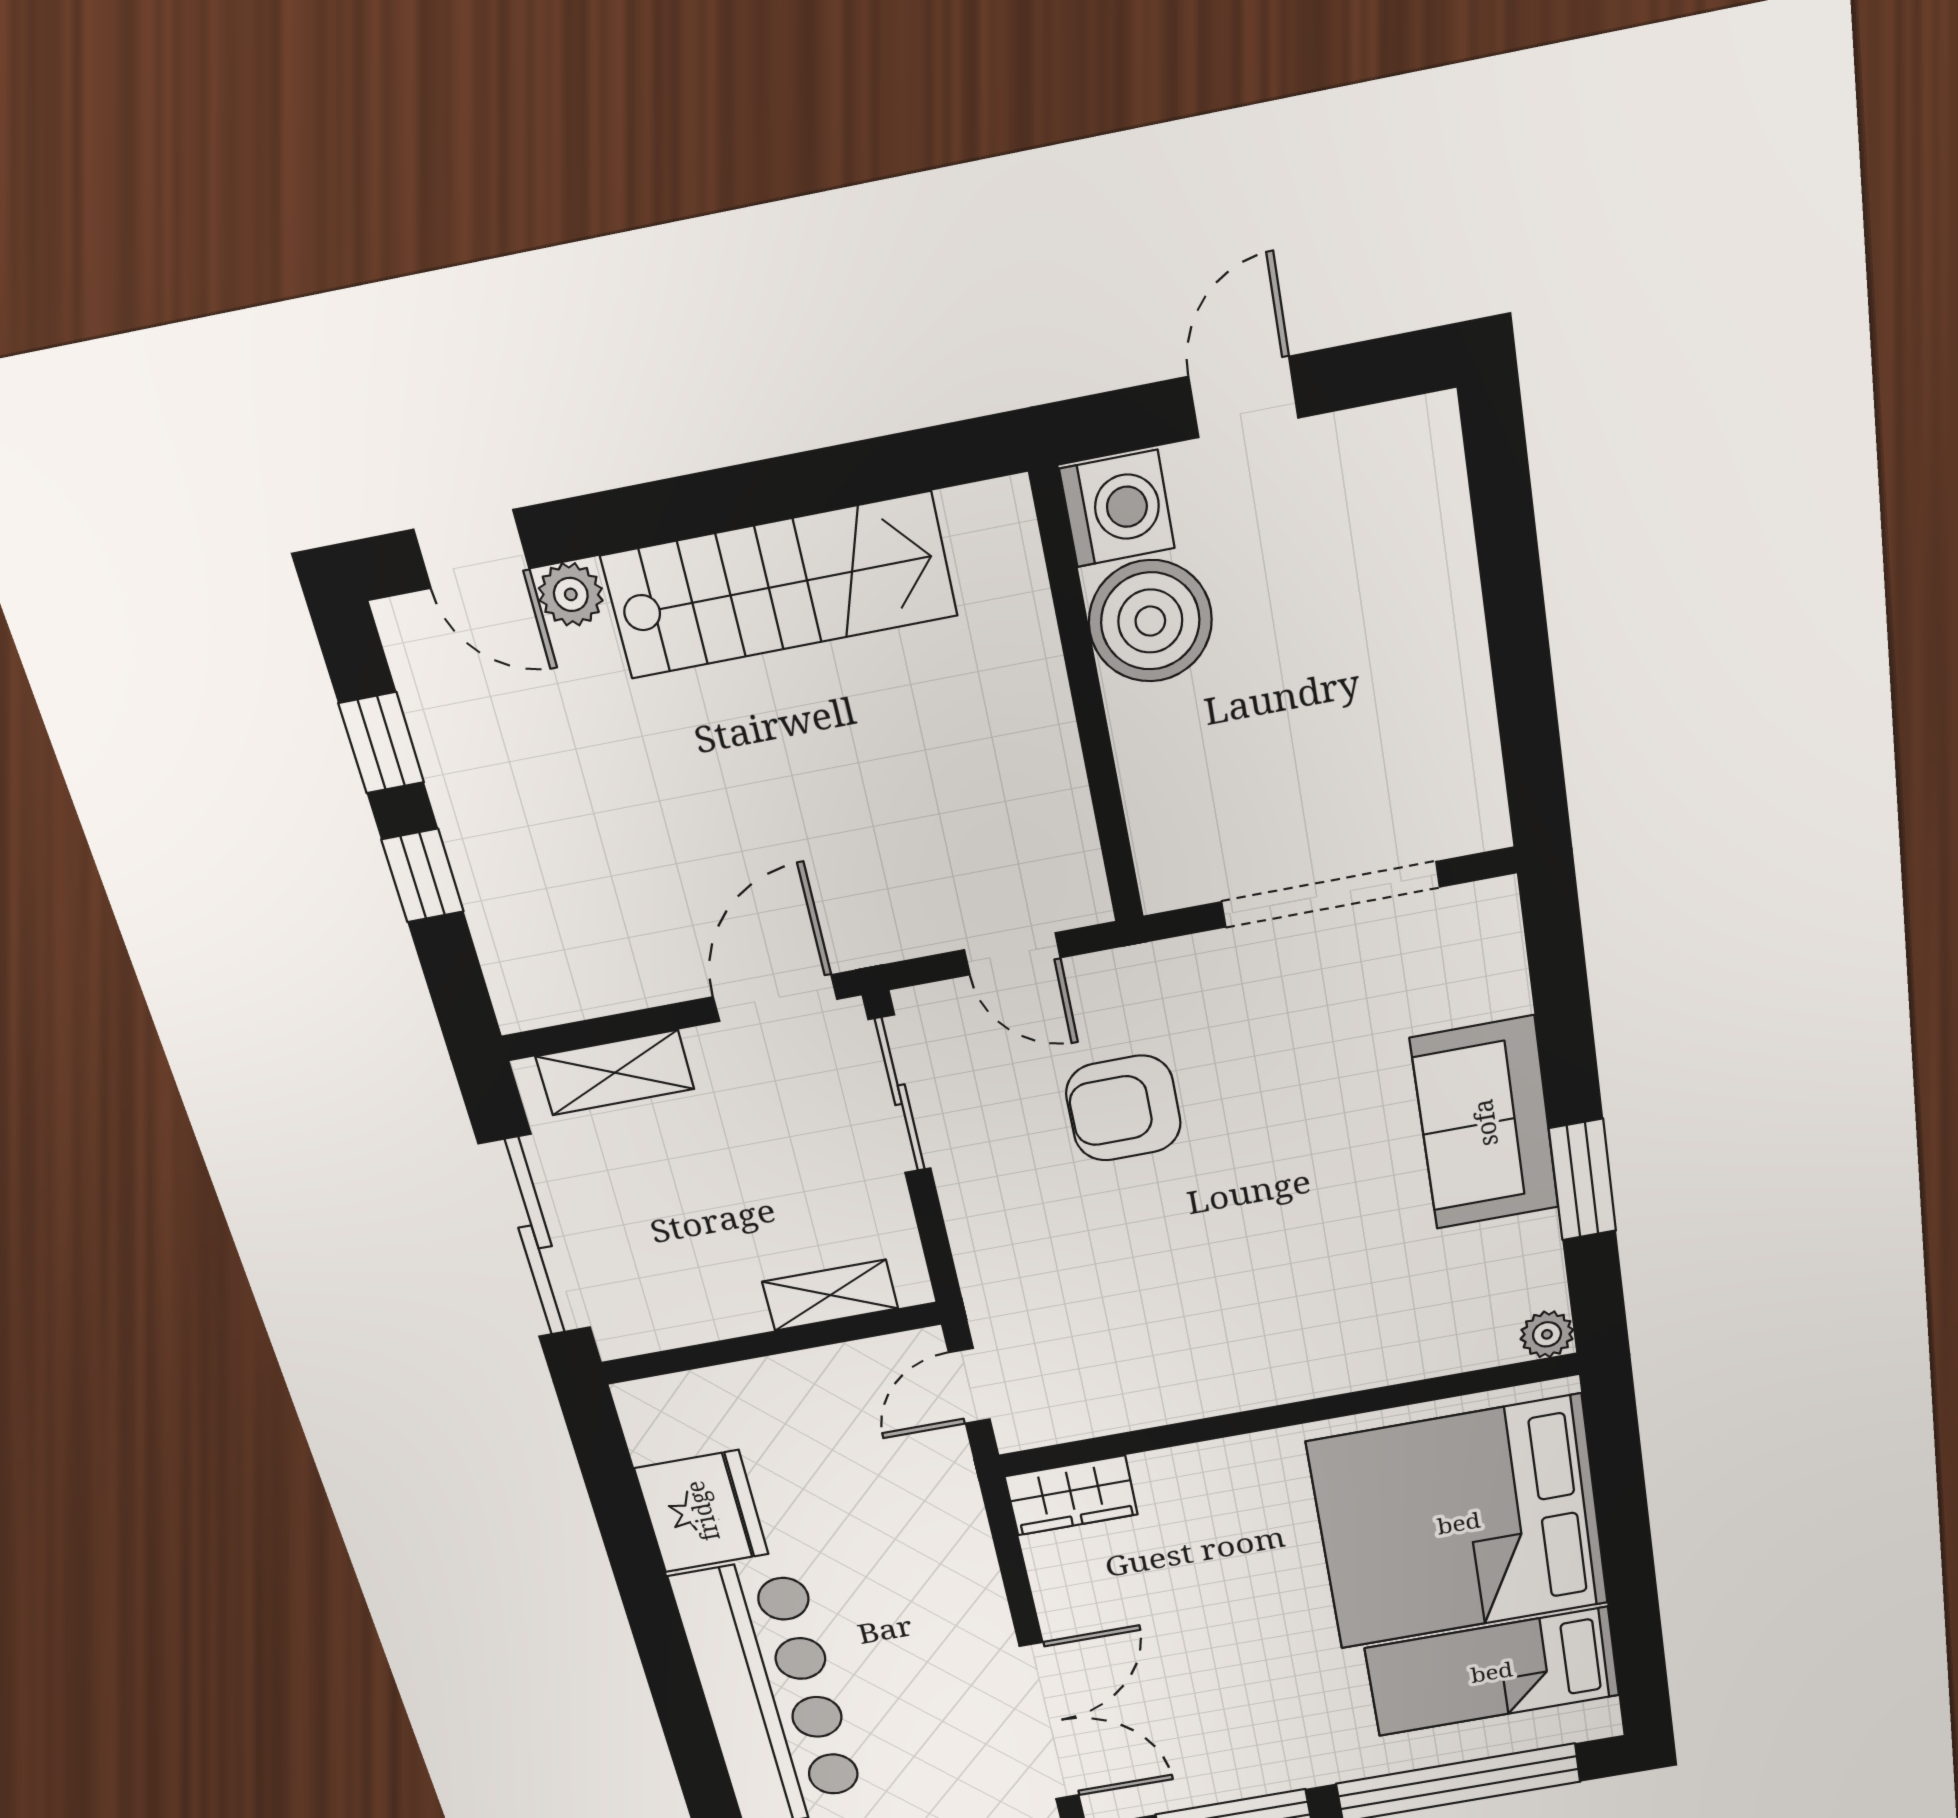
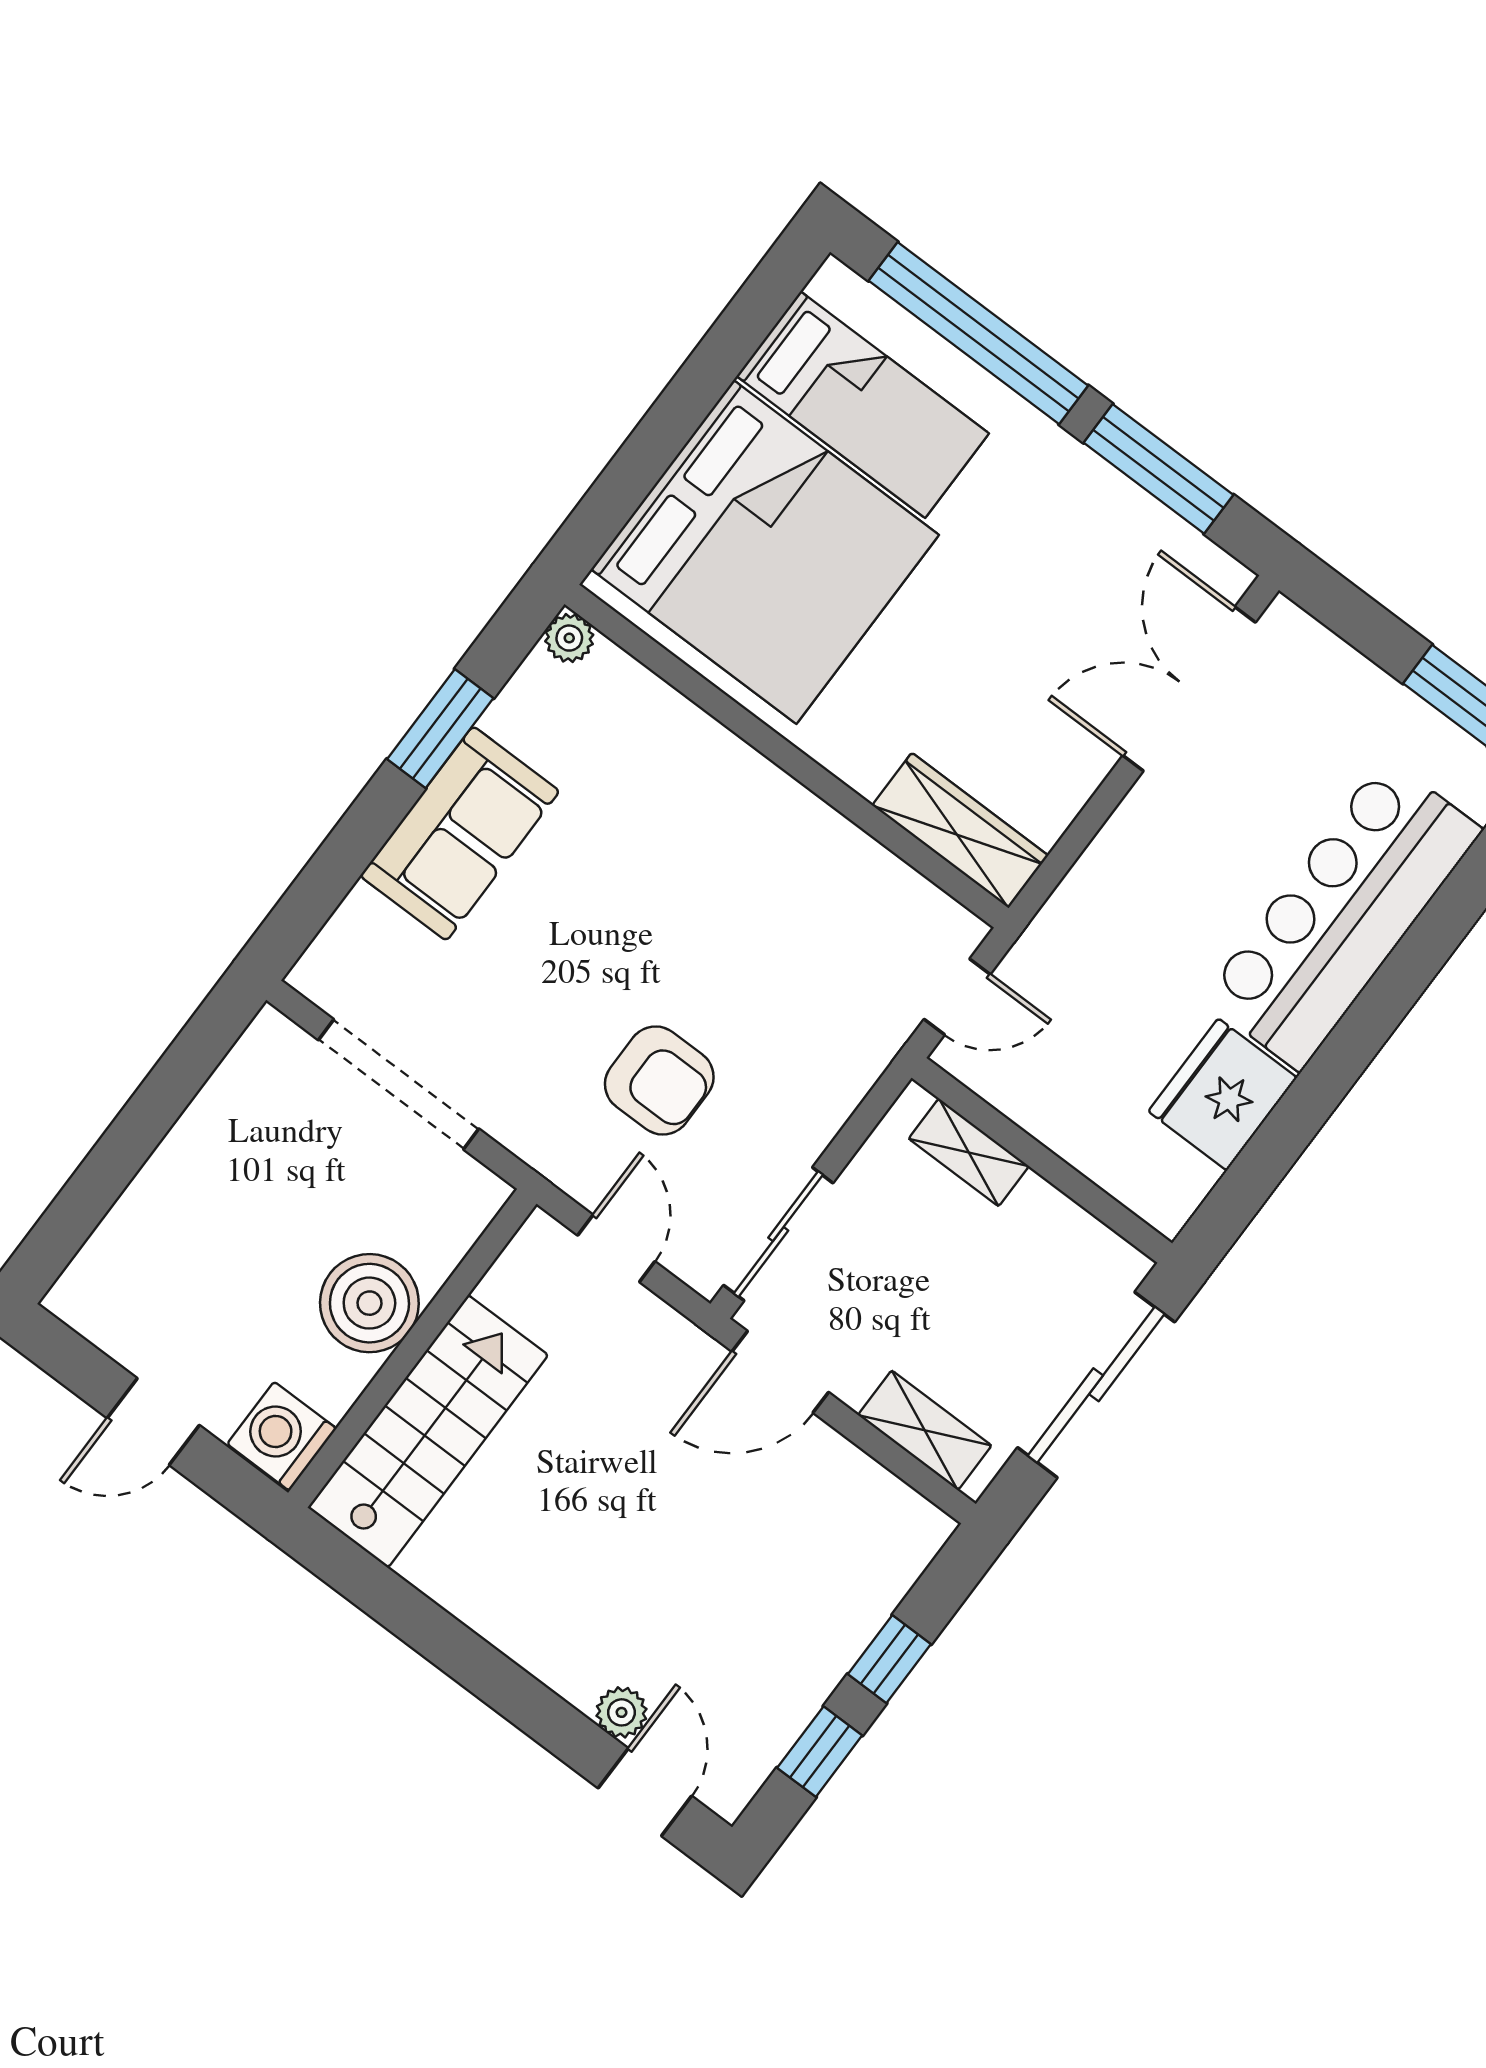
stairs: (780, 586) -> (428, 1431), moved, turned 90
boiler: (1150, 621) -> (369, 1303), moved
wardrobe: (1071, 1495) -> (960, 830), width x1.50

